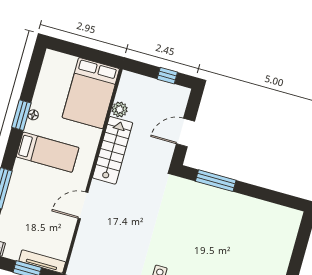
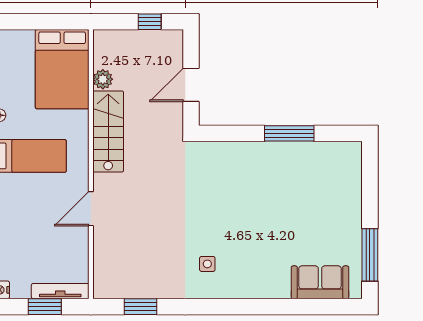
window: (216, 181) -> (289, 133), moved

